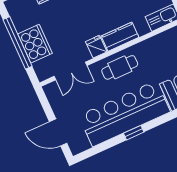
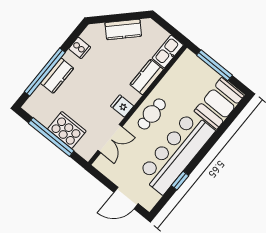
kitchen counter: (120, 37) -> (147, 77), moved
window: (134, 133) -> (180, 181), moved

